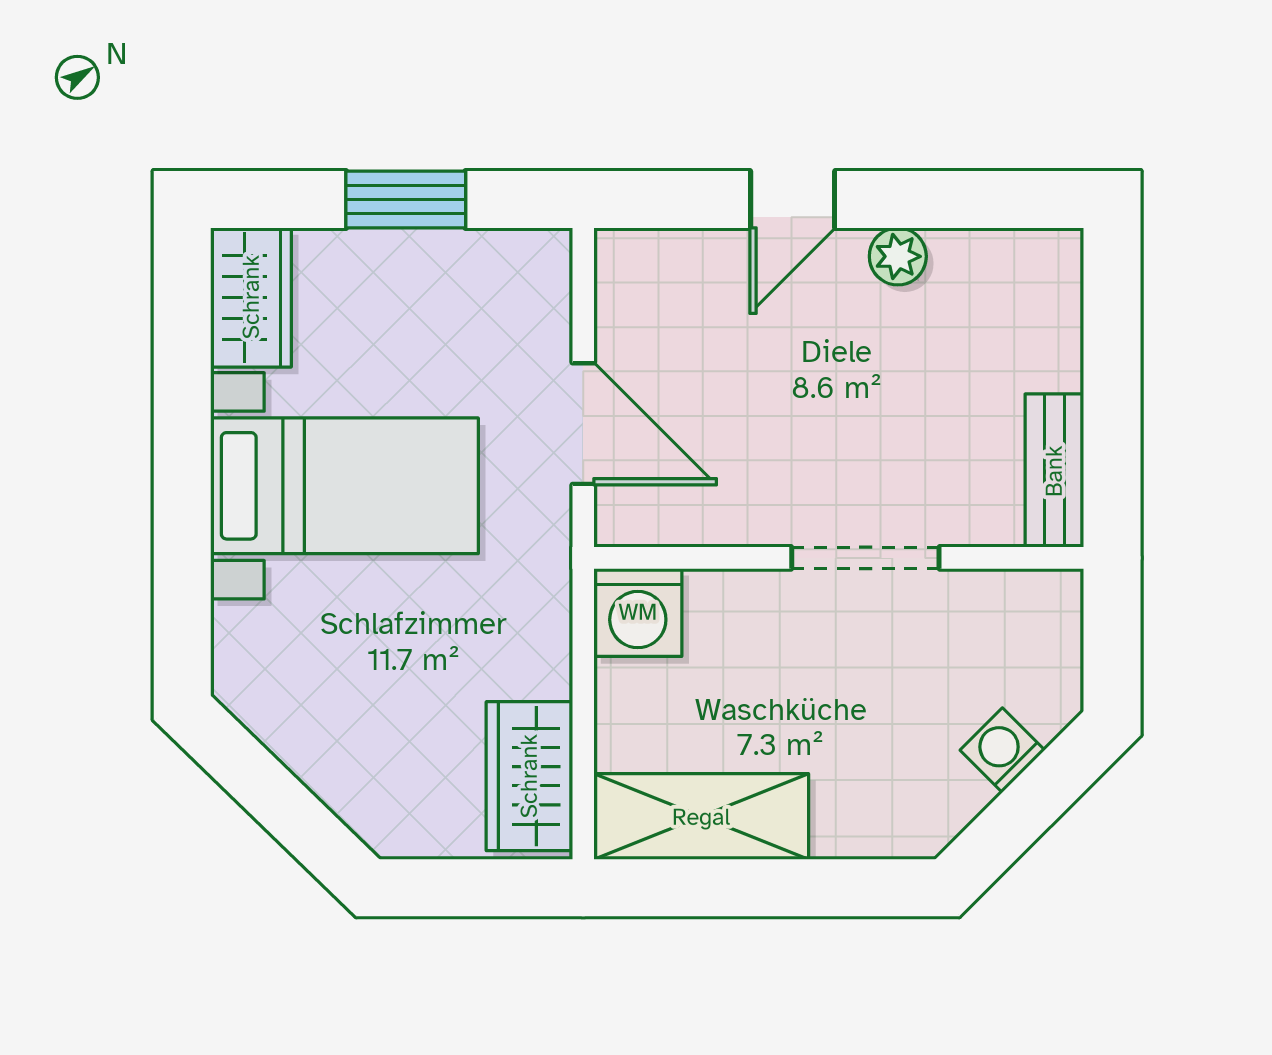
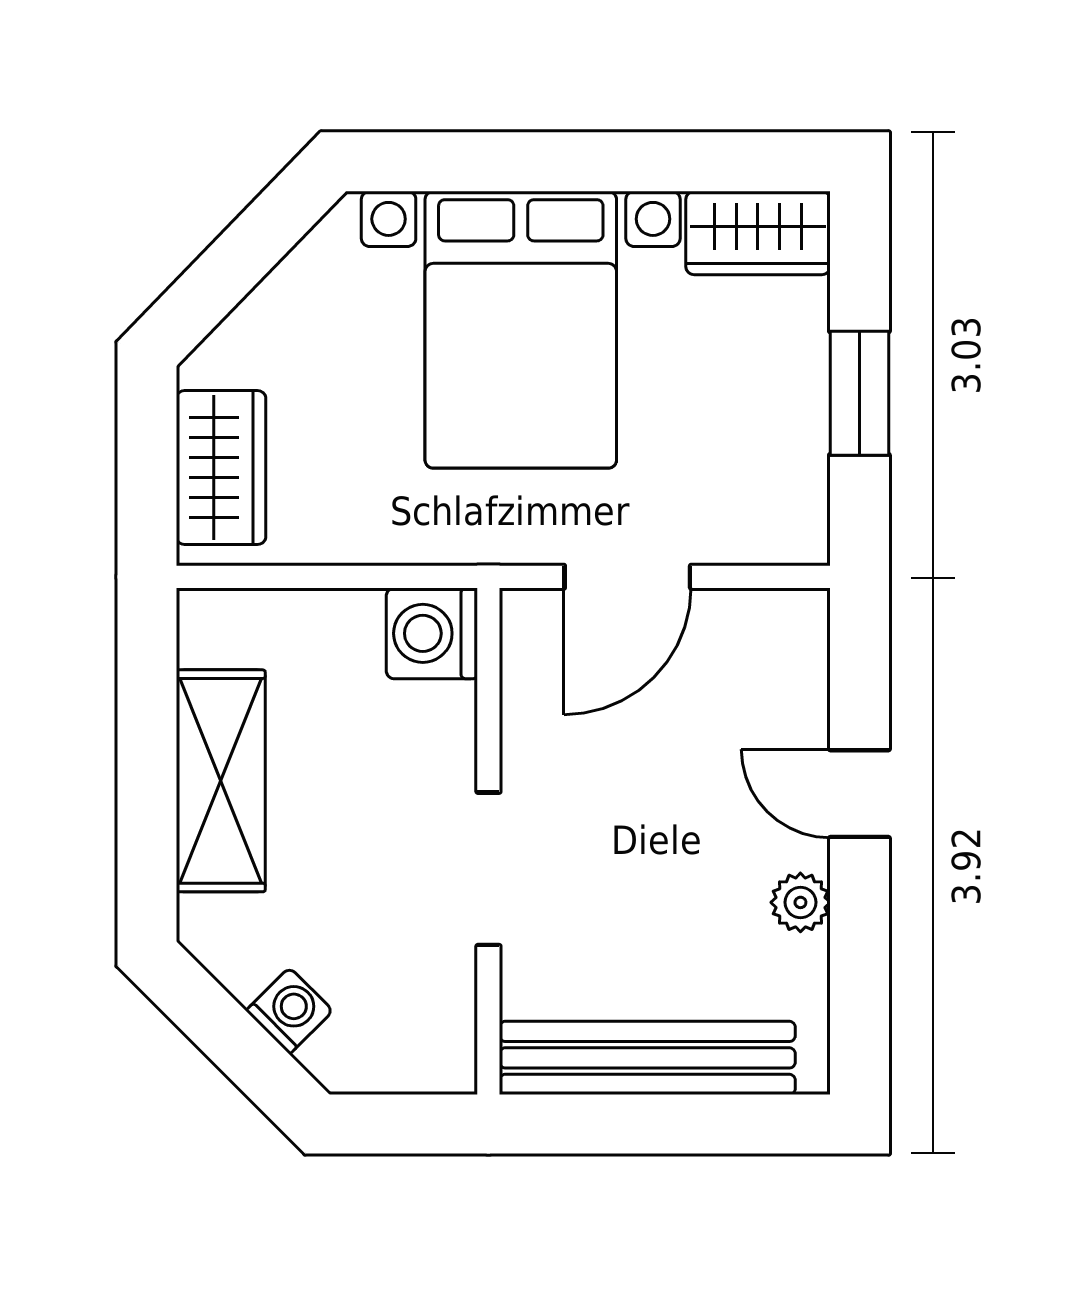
bench: (1054, 471) -> (647, 1058), width x1.86, depth x1.21
bed with nightstands: (344, 486) -> (521, 330), width x1.36
wardrobe: (529, 776) -> (221, 468), moved, turned 90
shelving: (701, 817) -> (221, 781), moved

